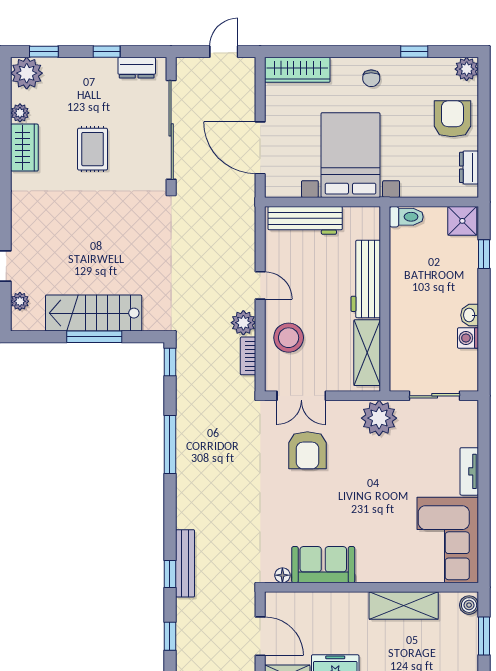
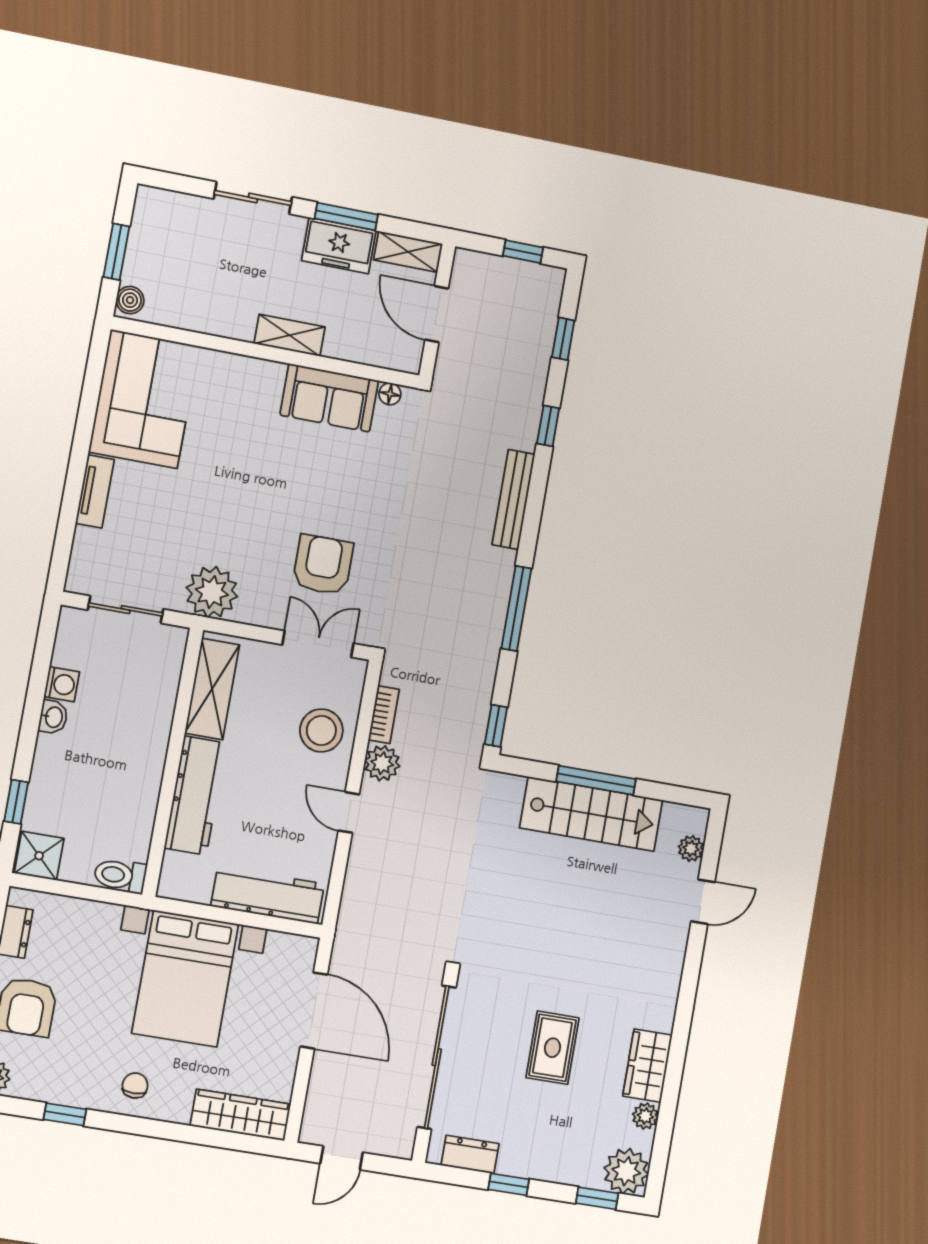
bench: (185, 563) -> (513, 500), moved
shelving: (404, 606) -> (290, 335), moved, width x0.67, depth x0.75

